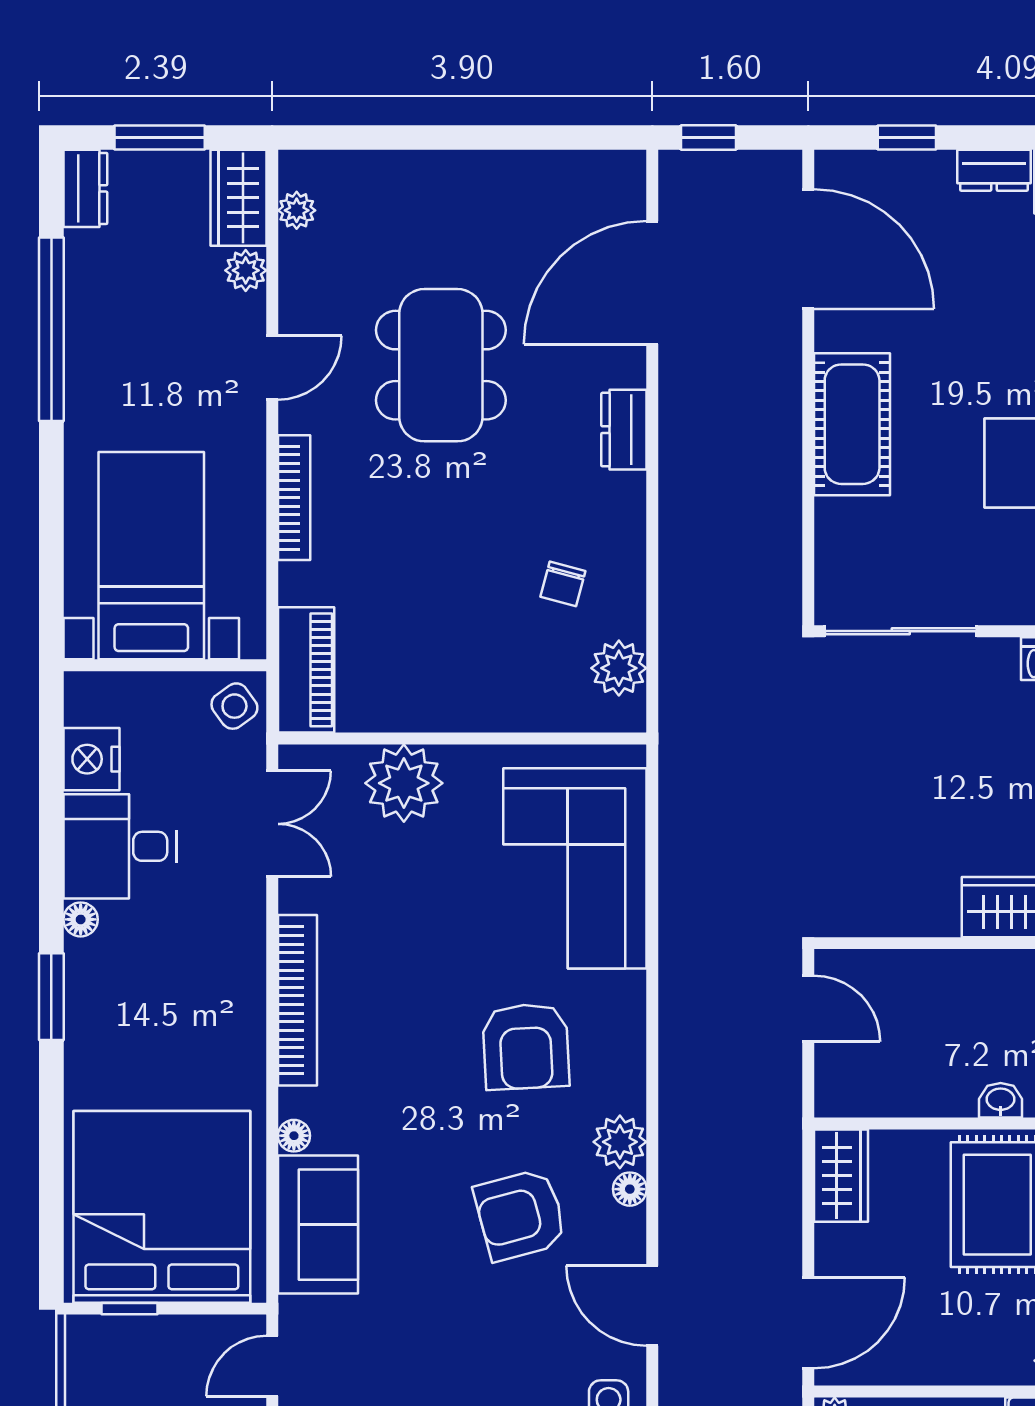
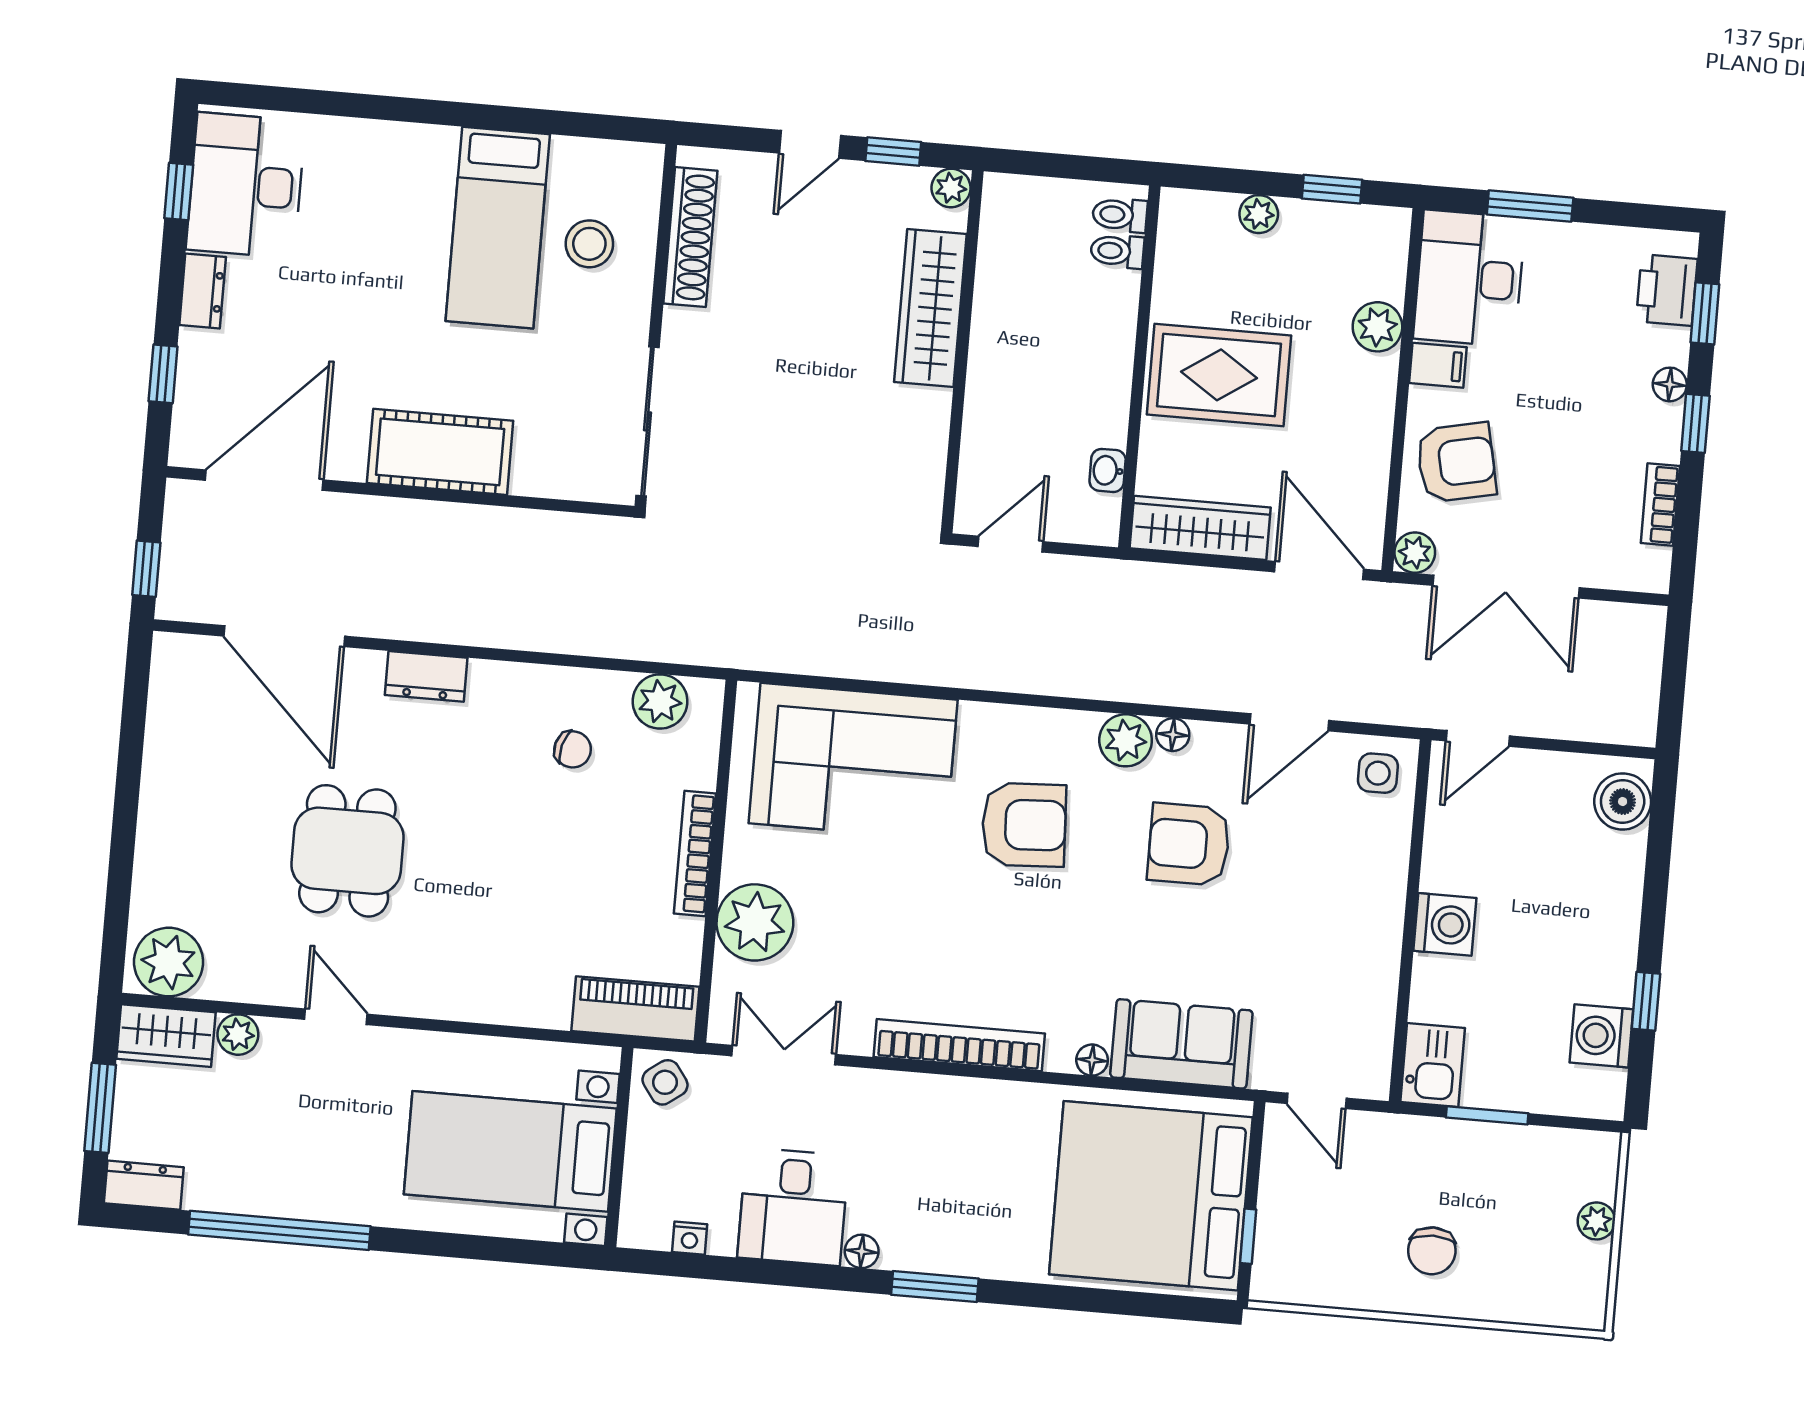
plant: (297, 210) -> (169, 962), width x1.87, depth x1.87
dining table: (441, 365) -> (347, 851), width x0.73
bookcase: (294, 498) -> (695, 854), moved, turned -90
nightstand: (92, 759) -> (690, 1238), width x0.53, depth x0.56
washbasin: (1001, 1100) -> (1108, 470), moved
wardrobe: (841, 1176) -> (1200, 528), width x1.50
armchair: (520, 1215) -> (1189, 844), turned 105

